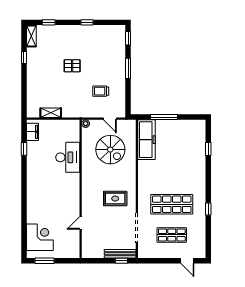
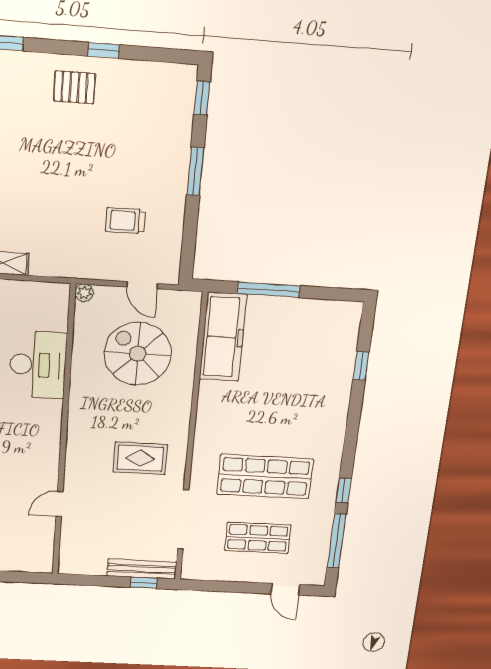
pallet: (72, 66) -> (74, 87), moved
spiral stairs: (110, 150) -> (138, 354), turned 180
window: (208, 235) -> (337, 541), added

